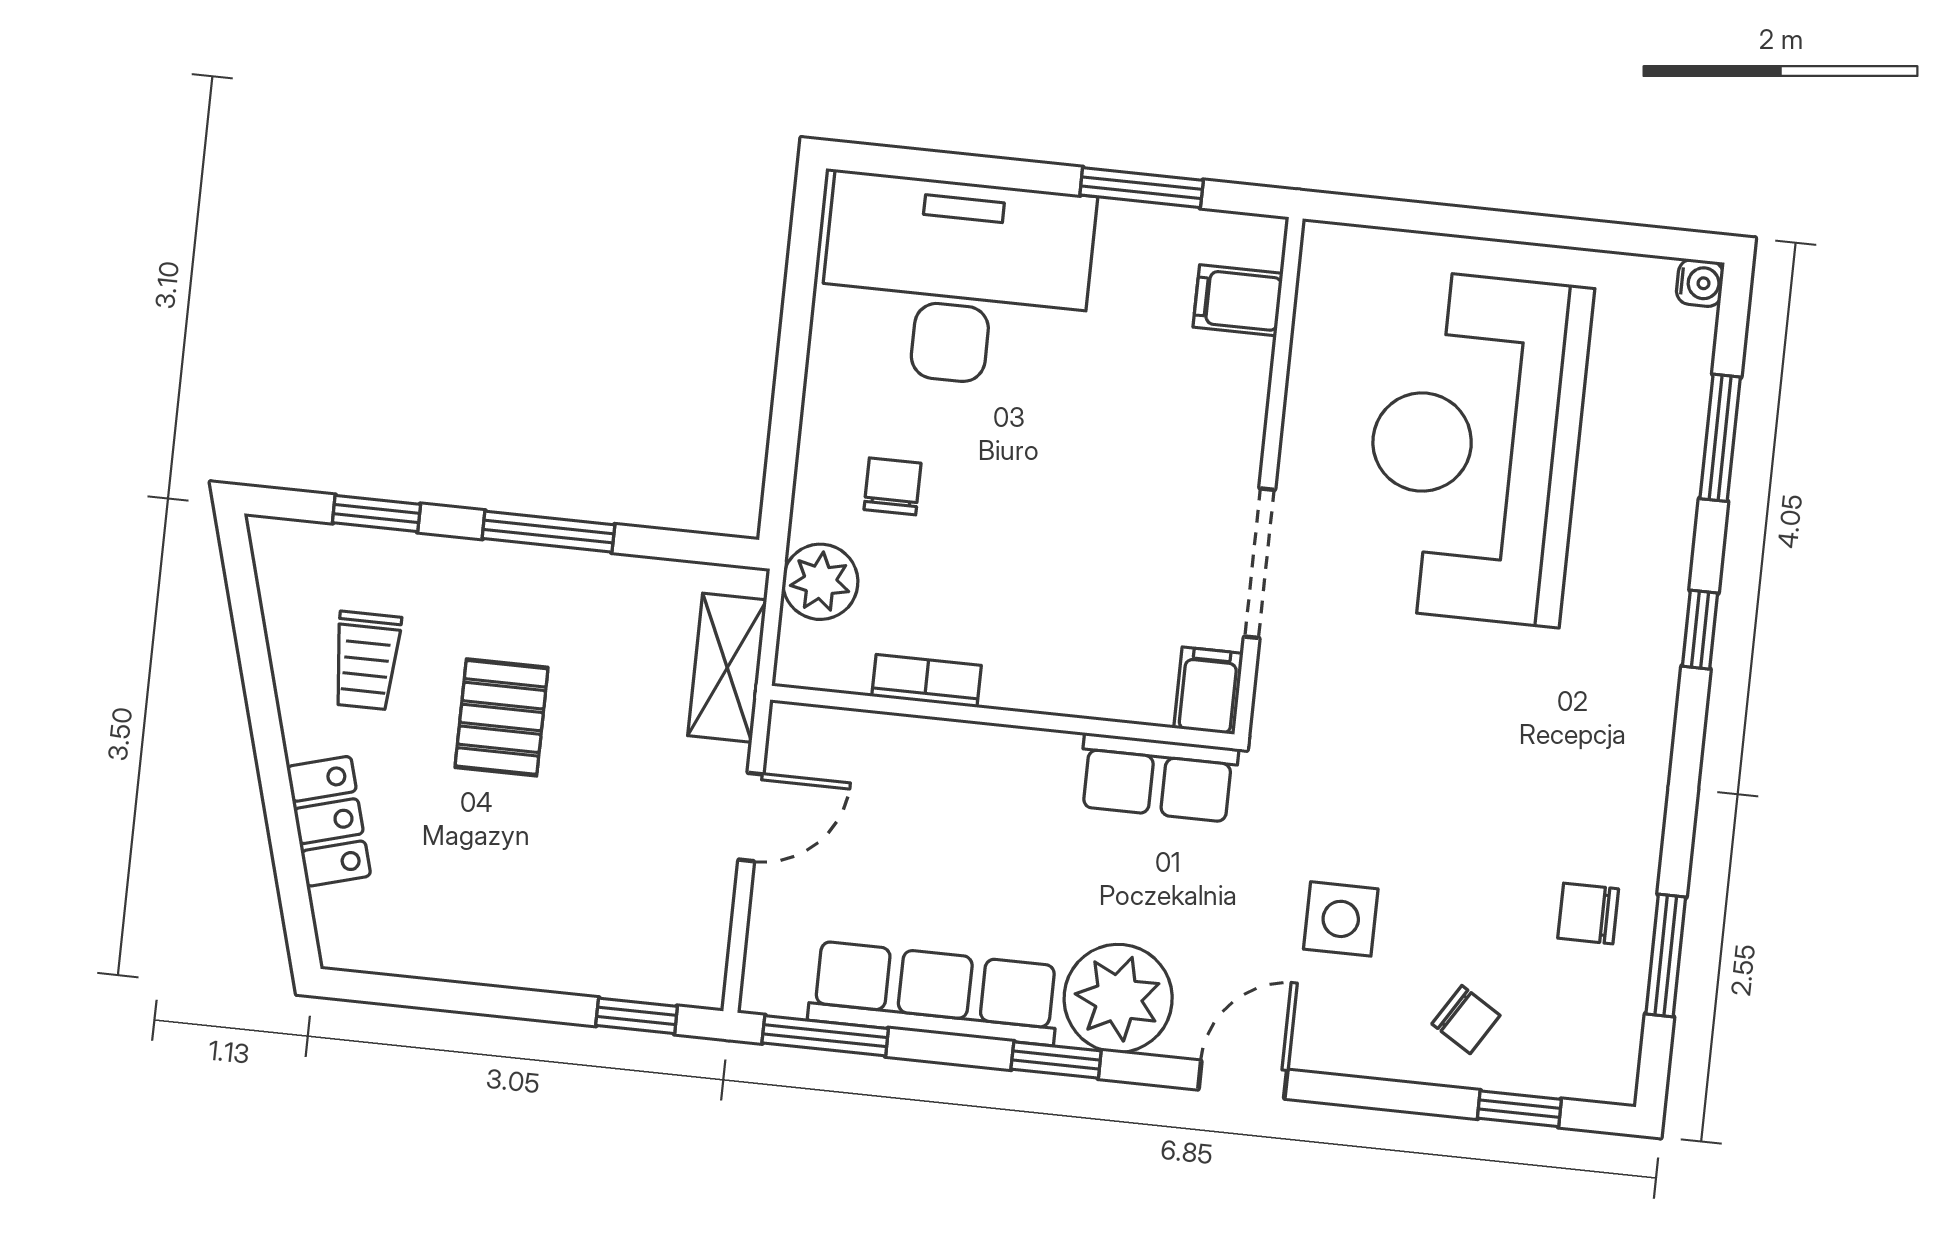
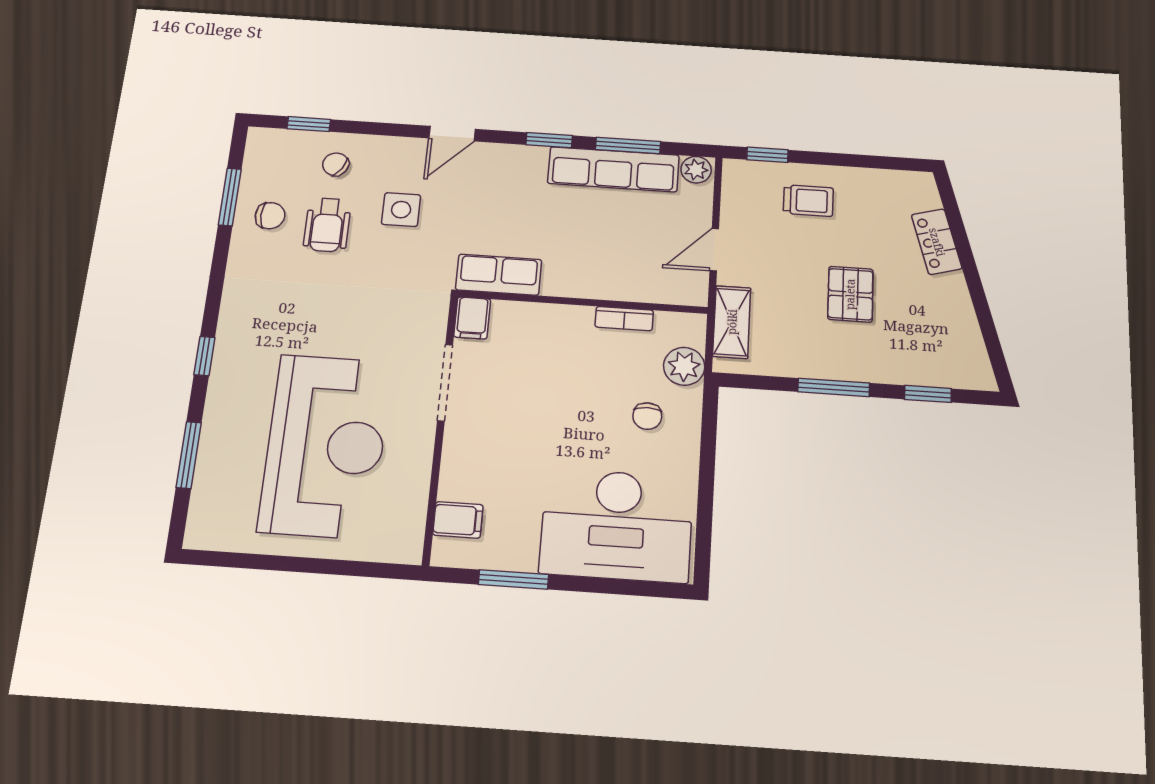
water cooler: (1700, 283) -> (196, 537), removed
trolley: (366, 661) -> (808, 201), moved, turned 90
wheelchair: (1480, 891) -> (327, 225), added
plant: (1118, 998) -> (696, 170), moved, width x0.53, depth x0.53
window: (825, 1036) -> (628, 145), moved

